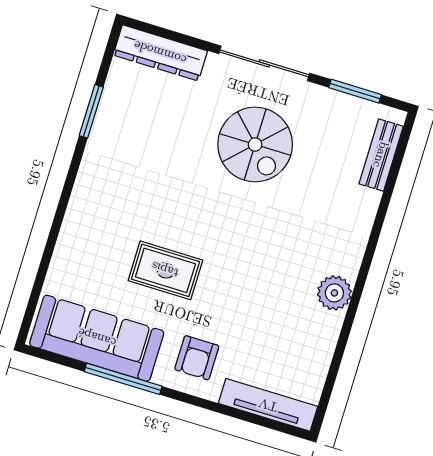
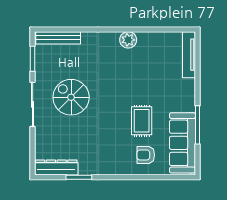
dresser: (160, 53) -> (56, 167), moved, turned -90
spiral stairs: (255, 144) -> (71, 97), turned -90
bench: (381, 155) -> (58, 38), width x1.36
armchair: (197, 358) -> (146, 155), moved, turned 180

